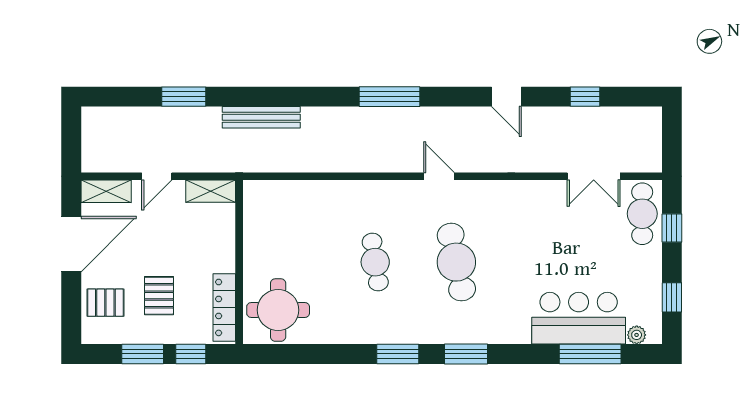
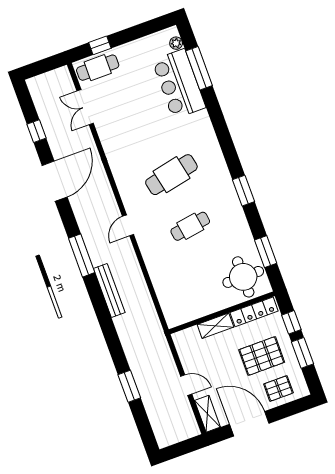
door: (506, 97) -> (55, 181), width x1.88
bench: (261, 117) -> (109, 290), moved
door: (439, 176) -> (128, 225), moved
double door: (594, 176) -> (85, 107), swing flipped
shelving: (211, 191) -> (215, 326), moved, turned 90
pallet: (159, 296) -> (262, 356), width x1.50, depth x1.42
window: (672, 297) -> (144, 29), removed
pallet: (105, 303) -> (278, 388), turned 90
window: (466, 354) -> (266, 252), moved

